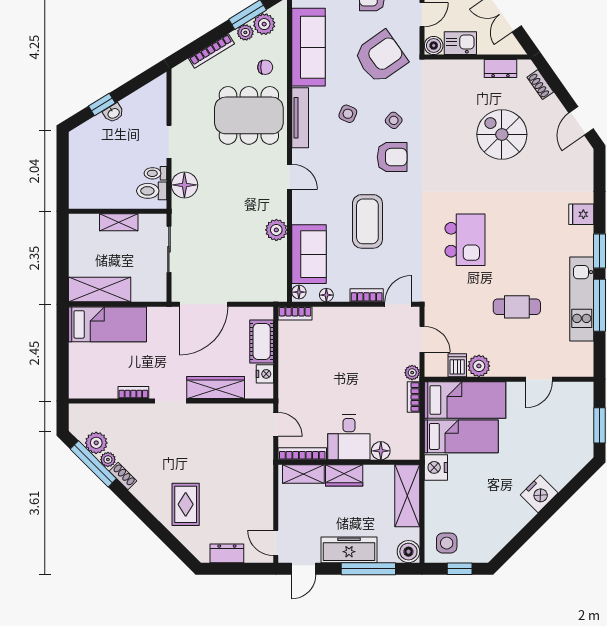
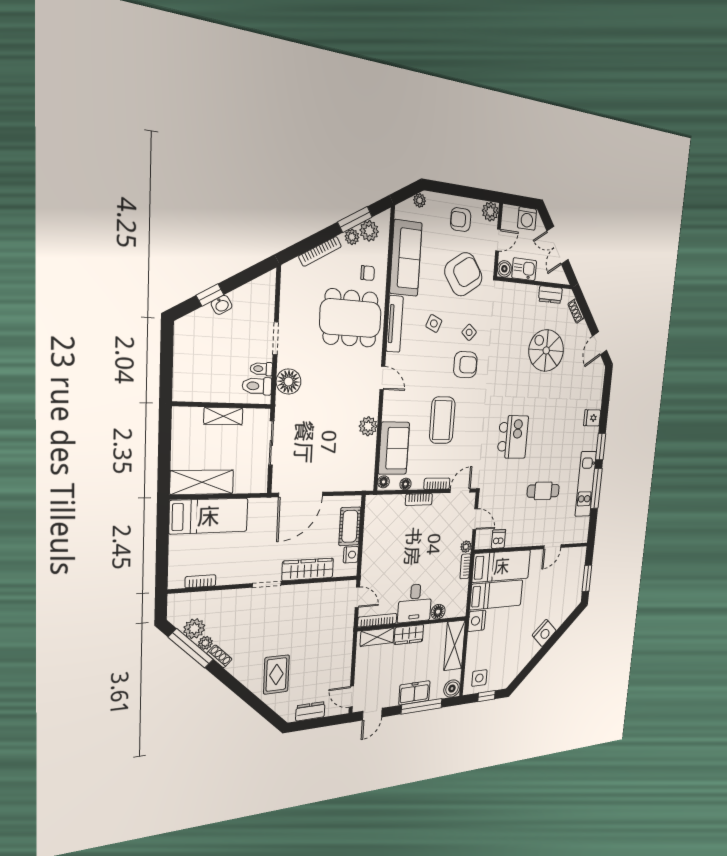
bookcase: (295, 313) -> (419, 500), moved
plant: (479, 366) -> (513, 539), removed
bookcase: (133, 393) -> (200, 581), moved
freezer: (349, 550) -> (414, 693), width x0.71

